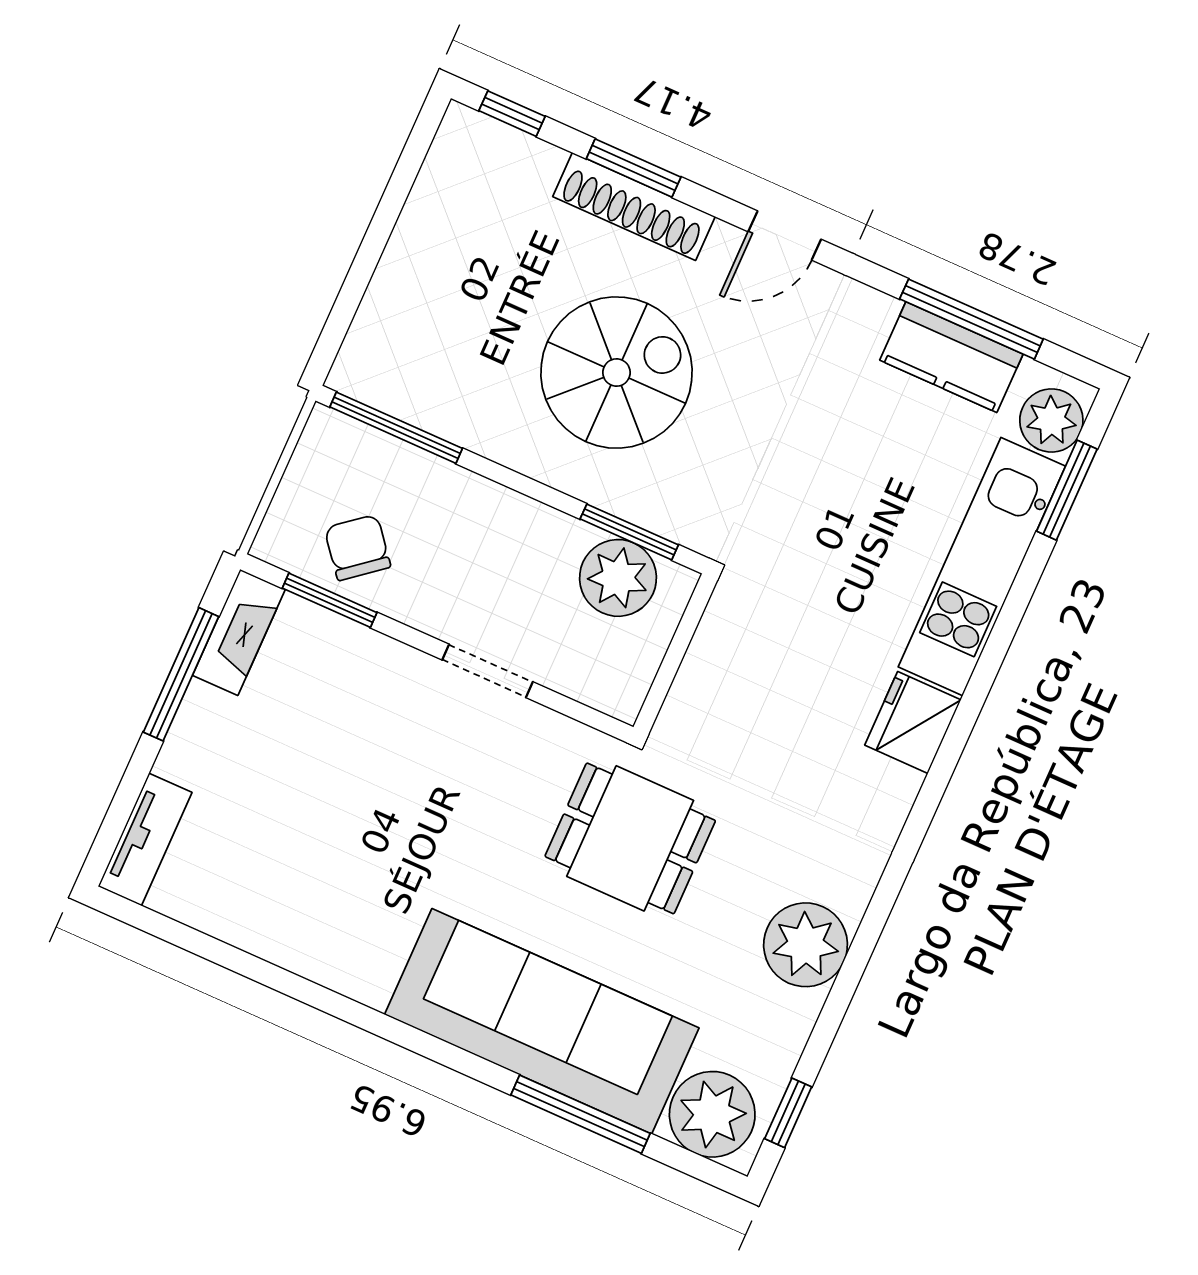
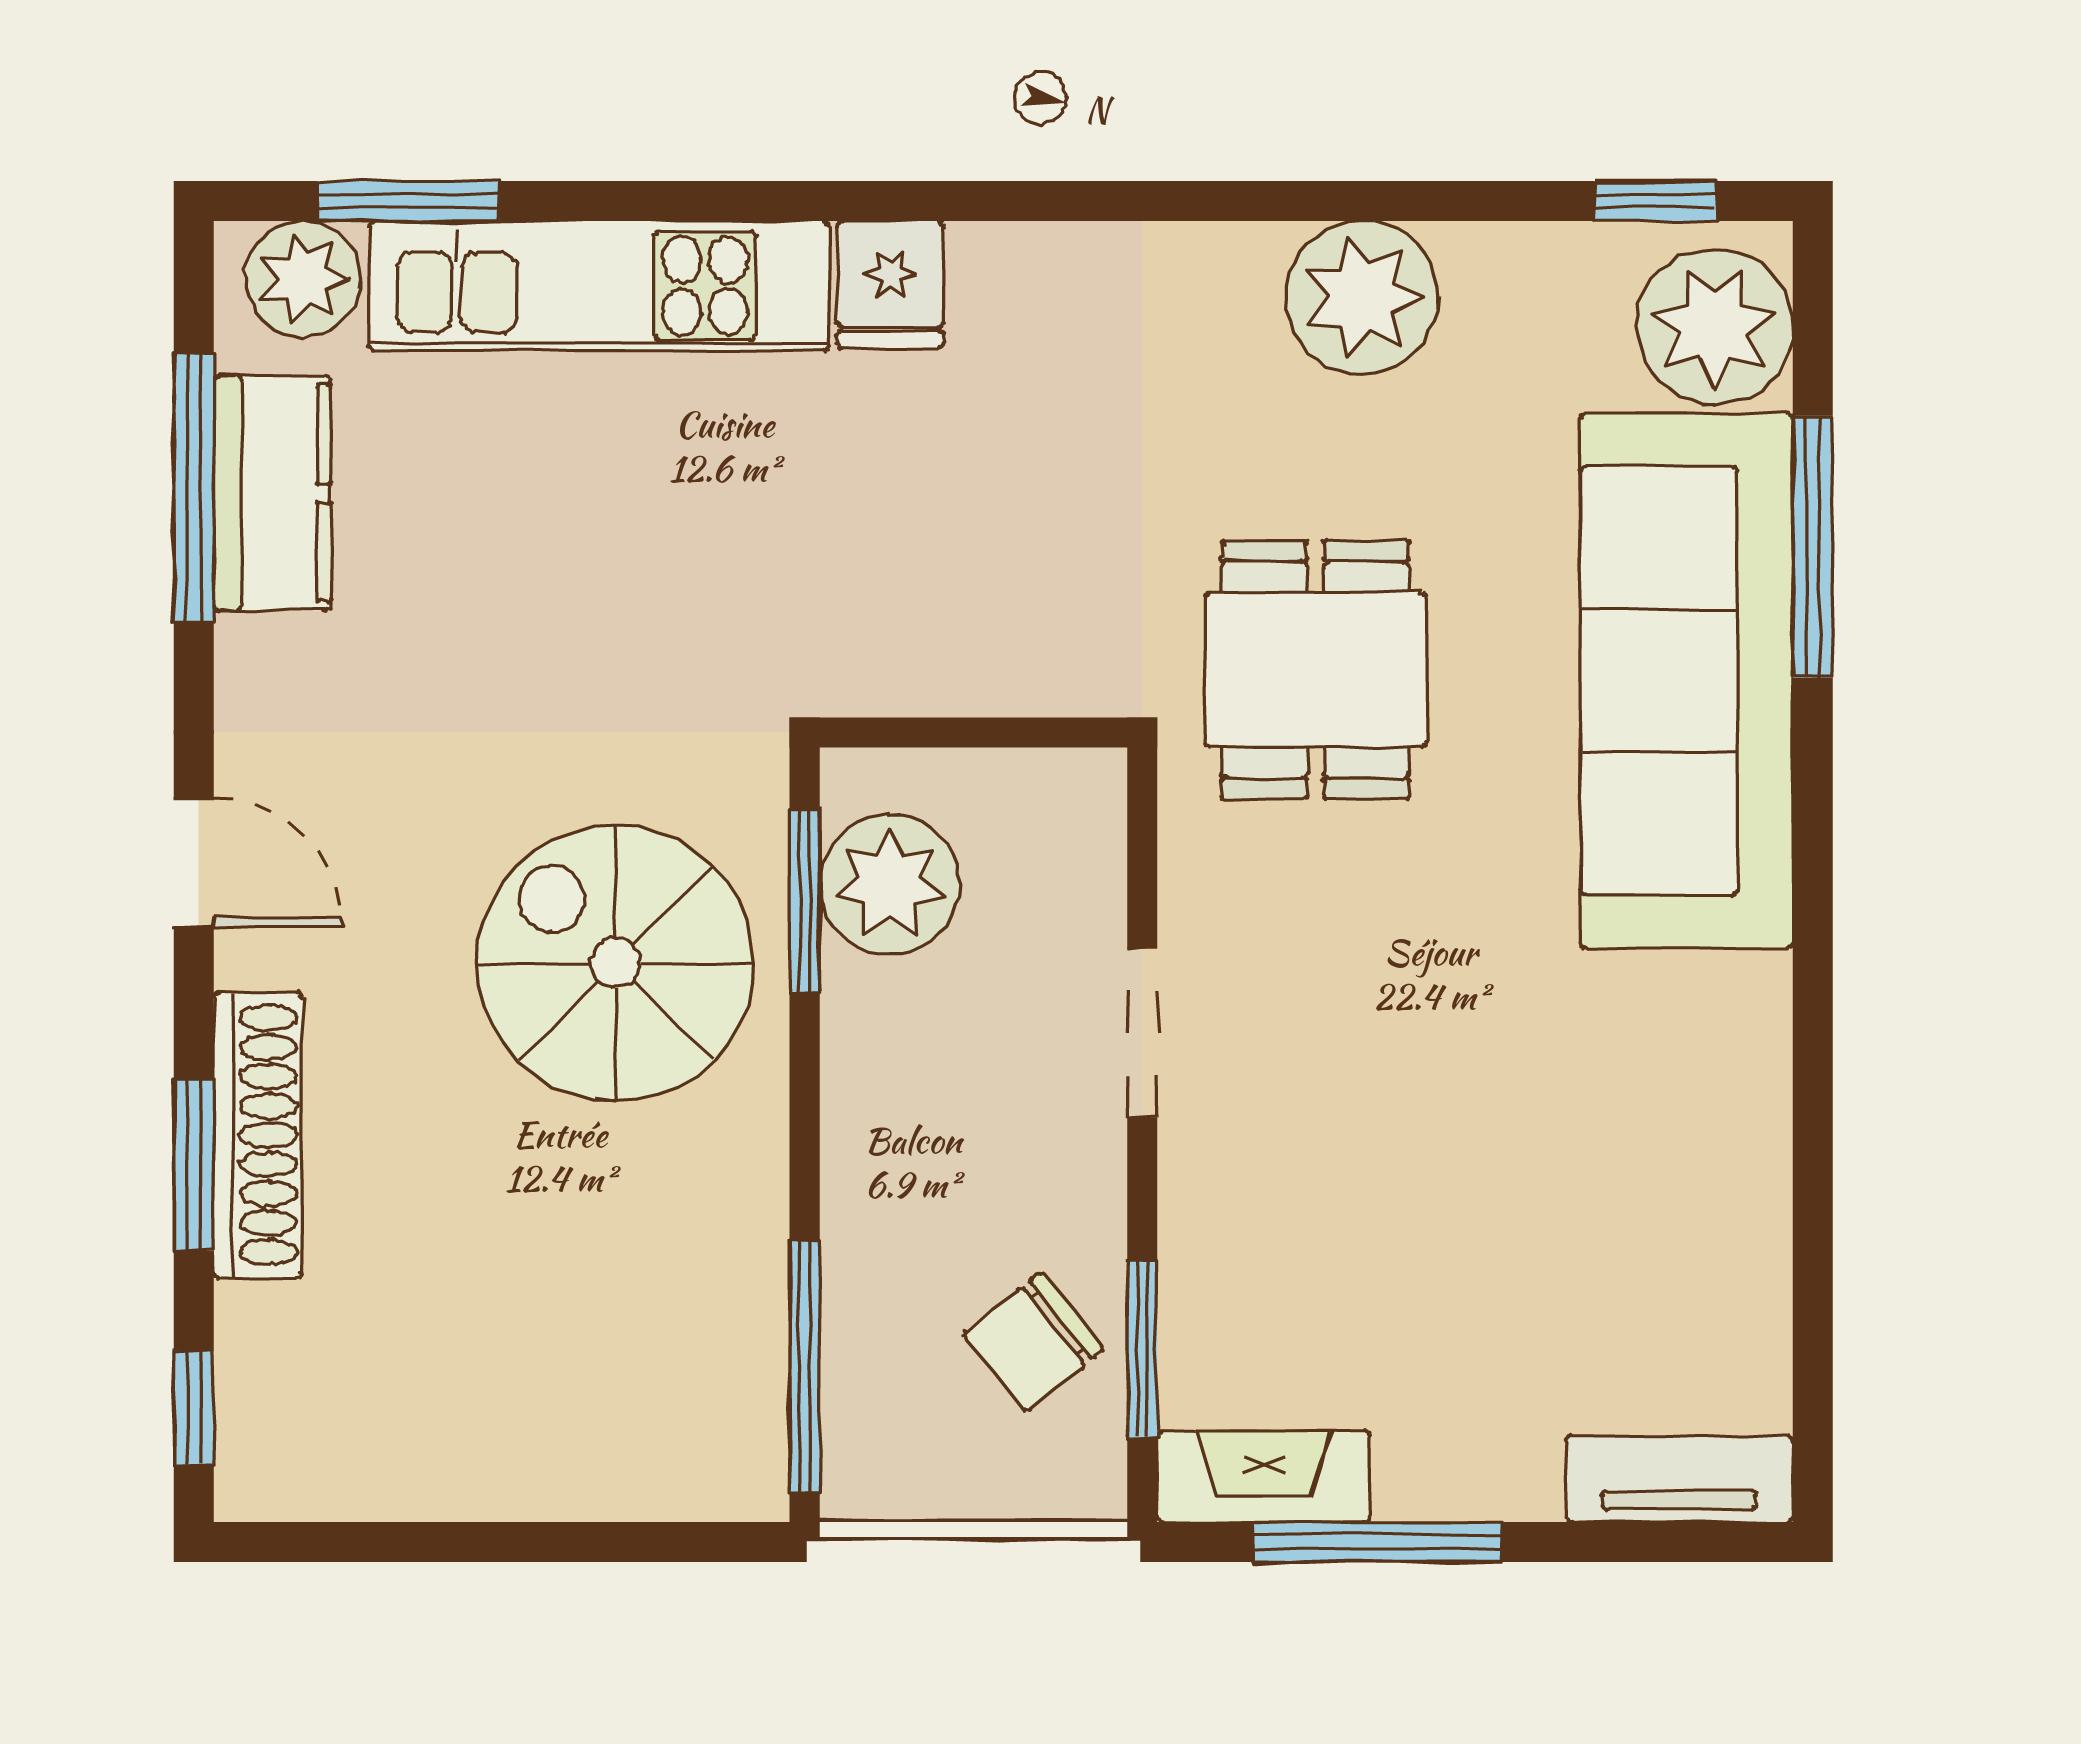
spiral stairs: (616, 373) -> (615, 963), moved
fridge: (913, 723) -> (890, 284), width x0.72

